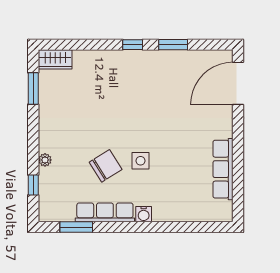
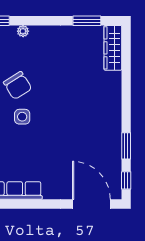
window: (133, 45) -> (126, 180), moved
wardrobe: (55, 59) -> (113, 48), width x1.50

